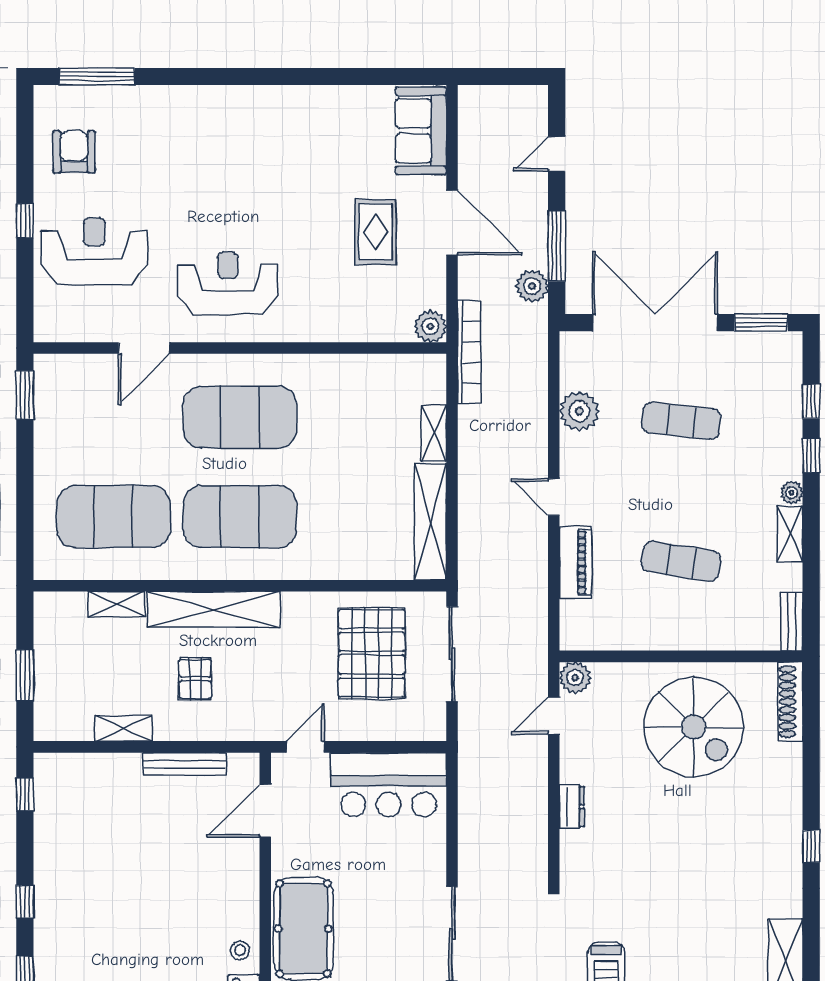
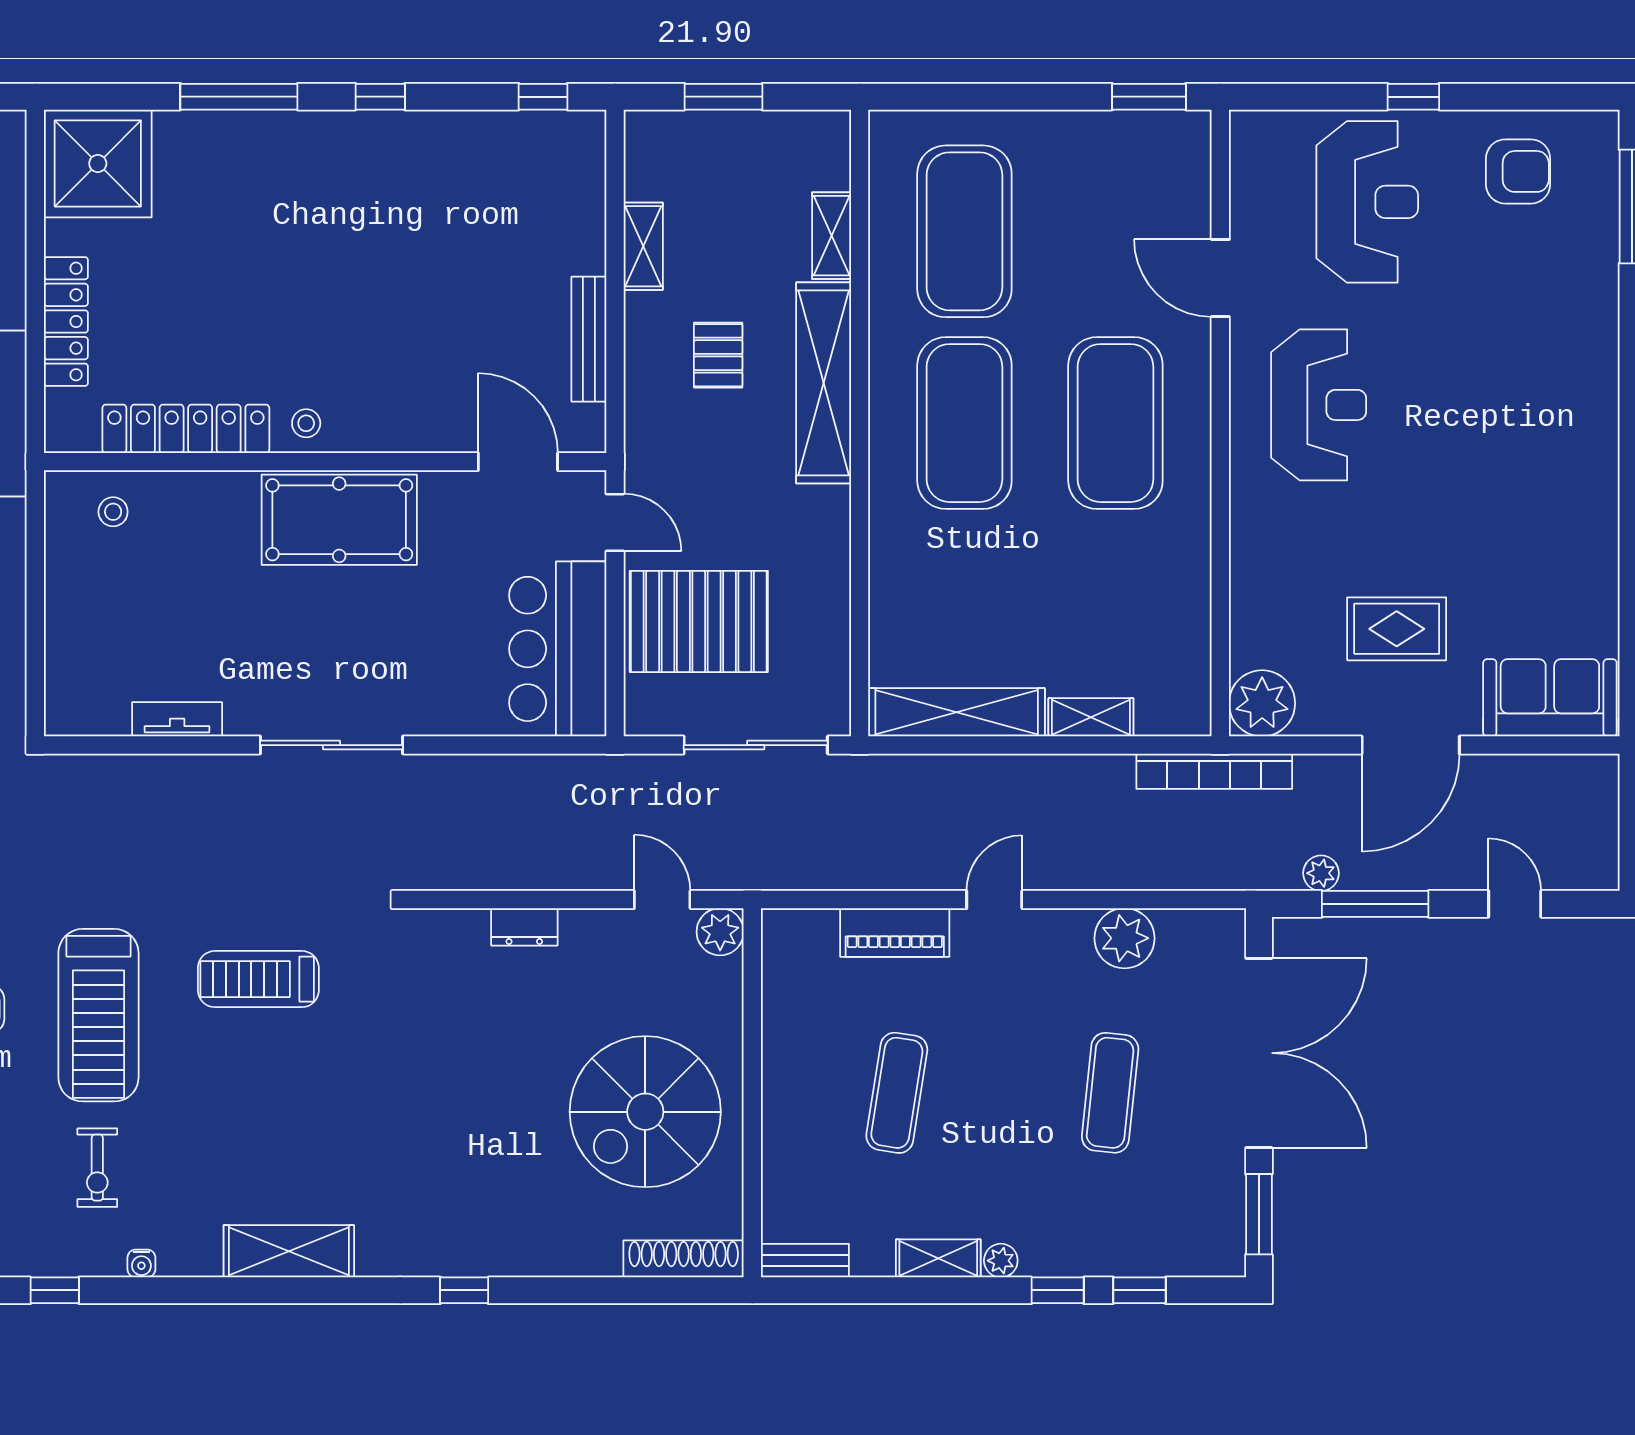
plant: (532, 286) -> (1321, 873), width x0.73, depth x0.73
plant: (430, 326) -> (1262, 703), width x1.36, depth x1.36
pallet: (372, 653) -> (699, 621), moved
pallet: (195, 679) -> (718, 355), turned 90

